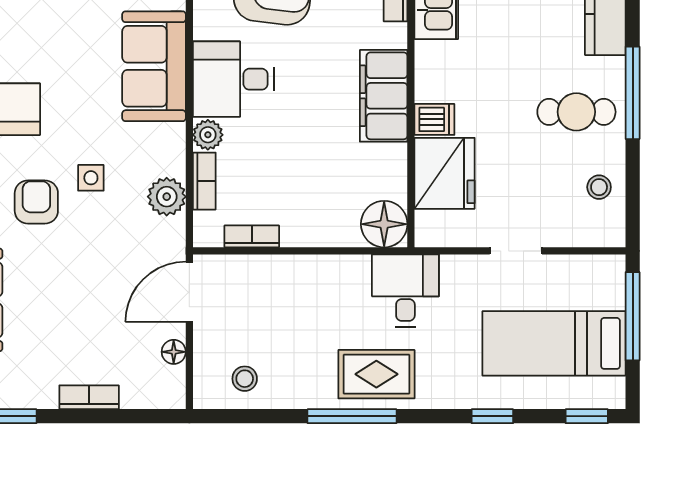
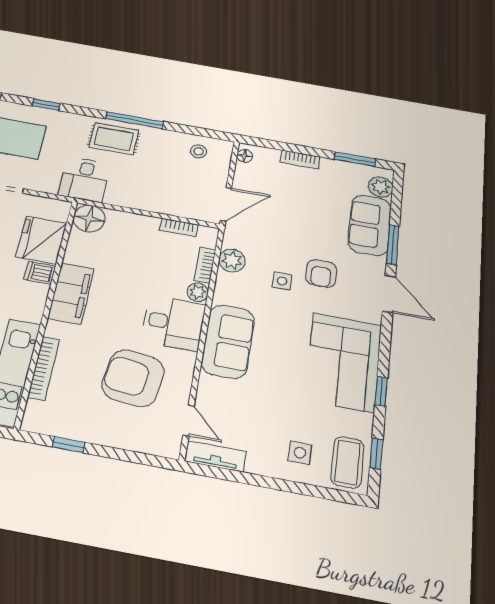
floor lamp: (174, 352) -> (245, 156), moved

